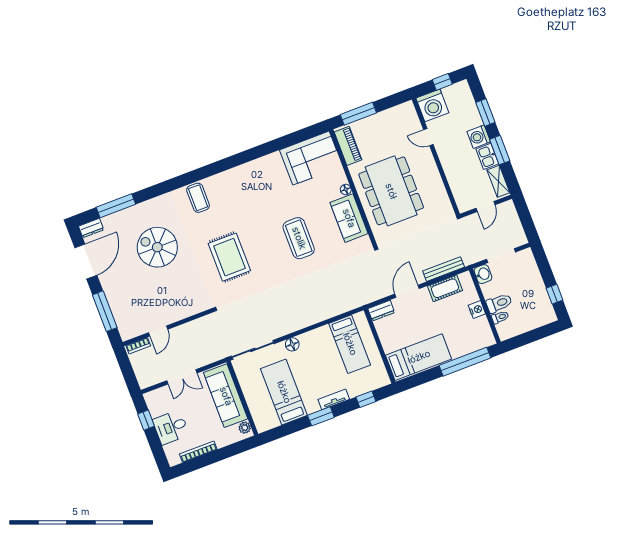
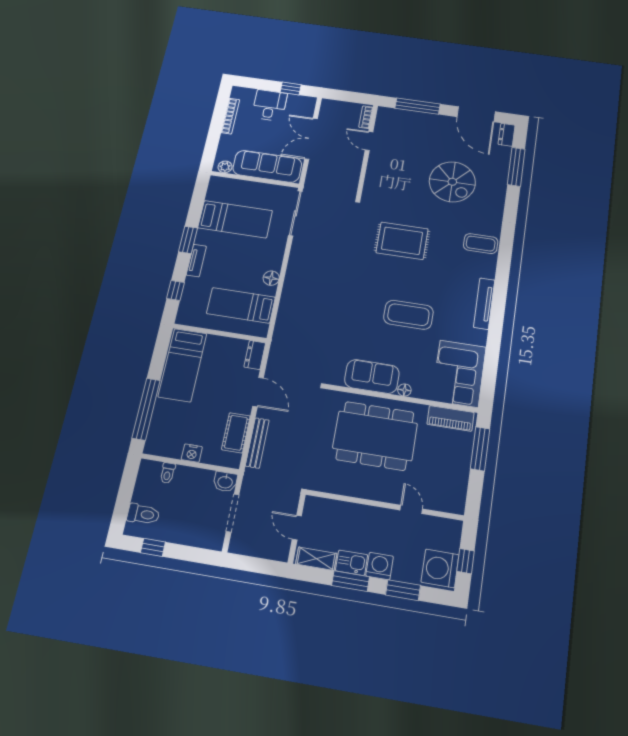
washing machine: (432, 105) -> (440, 568), moved
door: (428, 137) -> (411, 509), hinge flipped
tv unit: (246, 169) -> (484, 304), added
coffee table: (299, 238) -> (408, 315), moved
spiral stairs: (157, 247) -> (452, 182), turned 90
toilet: (499, 303) -> (143, 514), moved, turned -90
floor lamp: (292, 344) -> (271, 278), moved
double door: (182, 377) -> (311, 139), width x1.37

